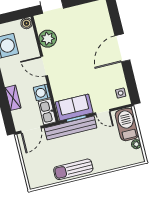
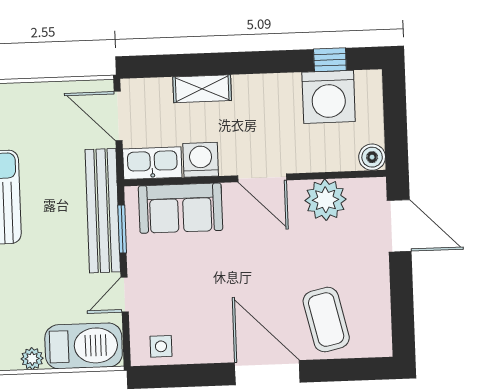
coffee table: (96, 28) -> (326, 320), added
door: (44, 66) -> (262, 178), swing flipped
sofa: (74, 107) -> (181, 208), moved, turned 90

